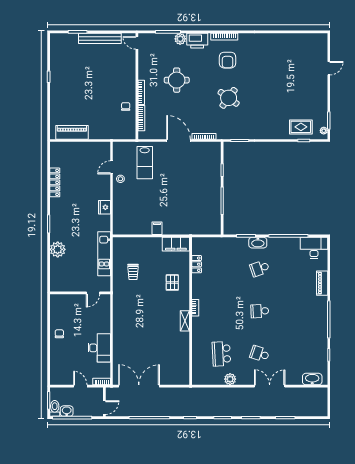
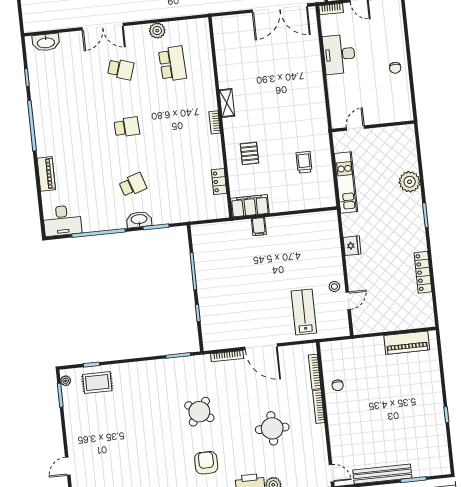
filing cabinet: (157, 228) -> (259, 227), moved

